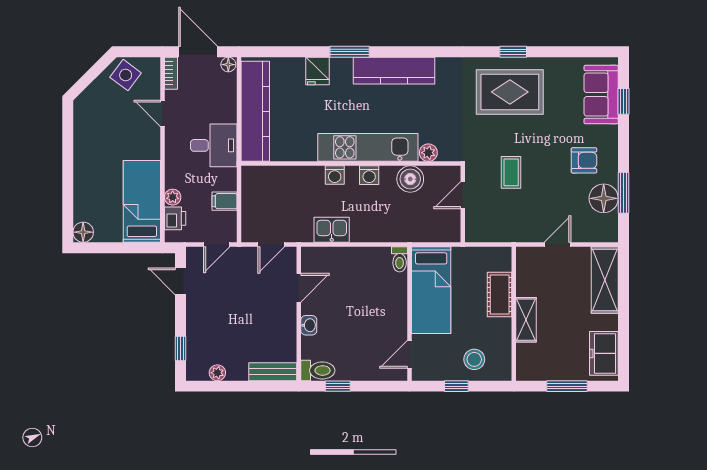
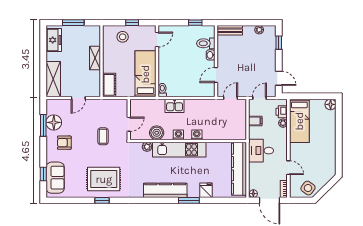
kitchen sink: (332, 230) -> (175, 106), moved
cot: (500, 295) -> (109, 85), moved
toilet: (318, 370) -> (206, 43), moved

